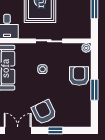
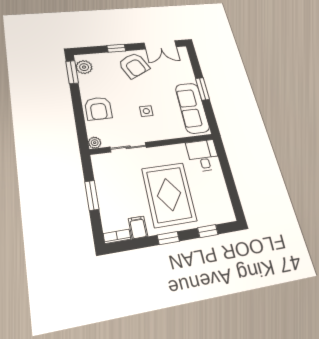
sliding door: (49, 41) -> (128, 147), moved
window: (94, 90) -> (72, 72), moved
plant: (84, 115) -> (84, 67), added

